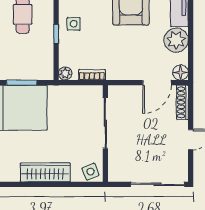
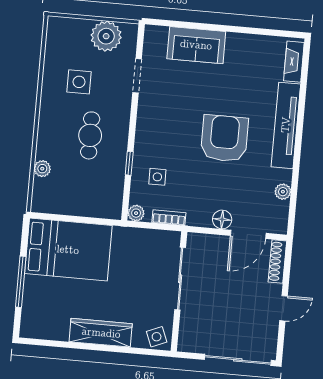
side table: (74, 24) -> (157, 177), moved
plant: (176, 40) -> (283, 192), width x0.53, depth x0.53
floor lamp: (181, 72) -> (222, 219), moved
window: (22, 83) -> (81, 219), removed

